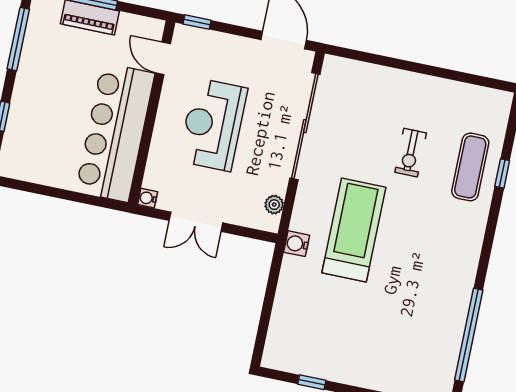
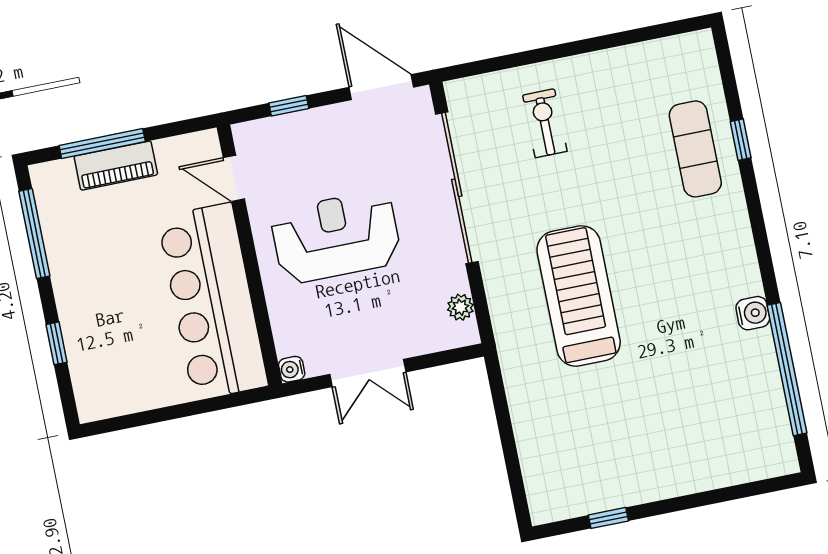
window: (197, 22) -> (289, 106), moved
reception desk: (213, 125) -> (336, 237), turned 90
exercise bike: (411, 153) -> (545, 123), moved, turned 180
water cooler: (297, 244) -> (753, 313), moved, turned 180

